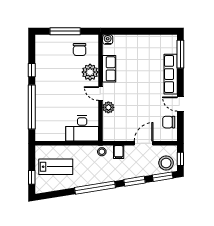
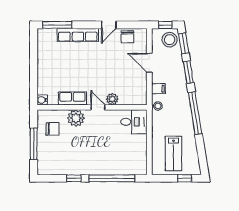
door: (100, 94) -> (98, 107), swing flipped
desk: (82, 128) -> (134, 122), width x0.73
lab bench: (56, 167) -> (173, 154), turned 180

